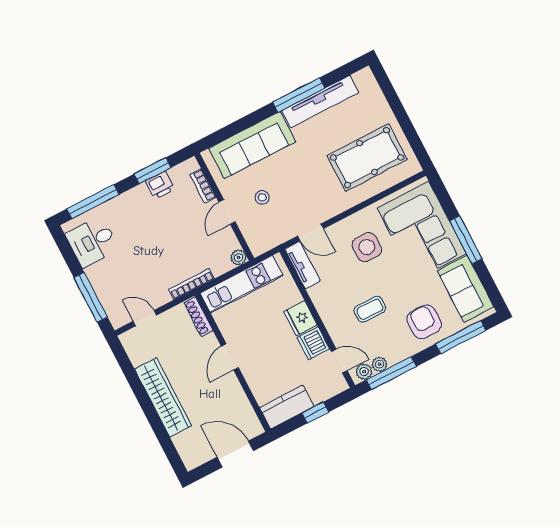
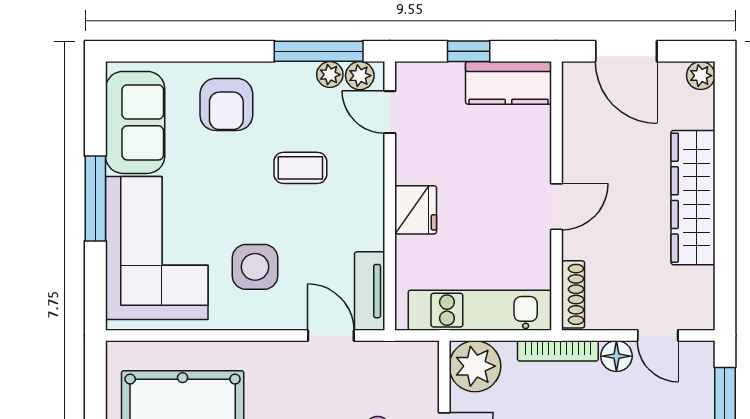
plant: (239, 257) -> (475, 366), width x1.88, depth x1.88
floor lamp: (160, 297) -> (616, 356), added
window: (461, 337) -> (182, 51), removed
dishwasher: (313, 343) -> (416, 161), removed
plant: (191, 461) -> (701, 76), added

